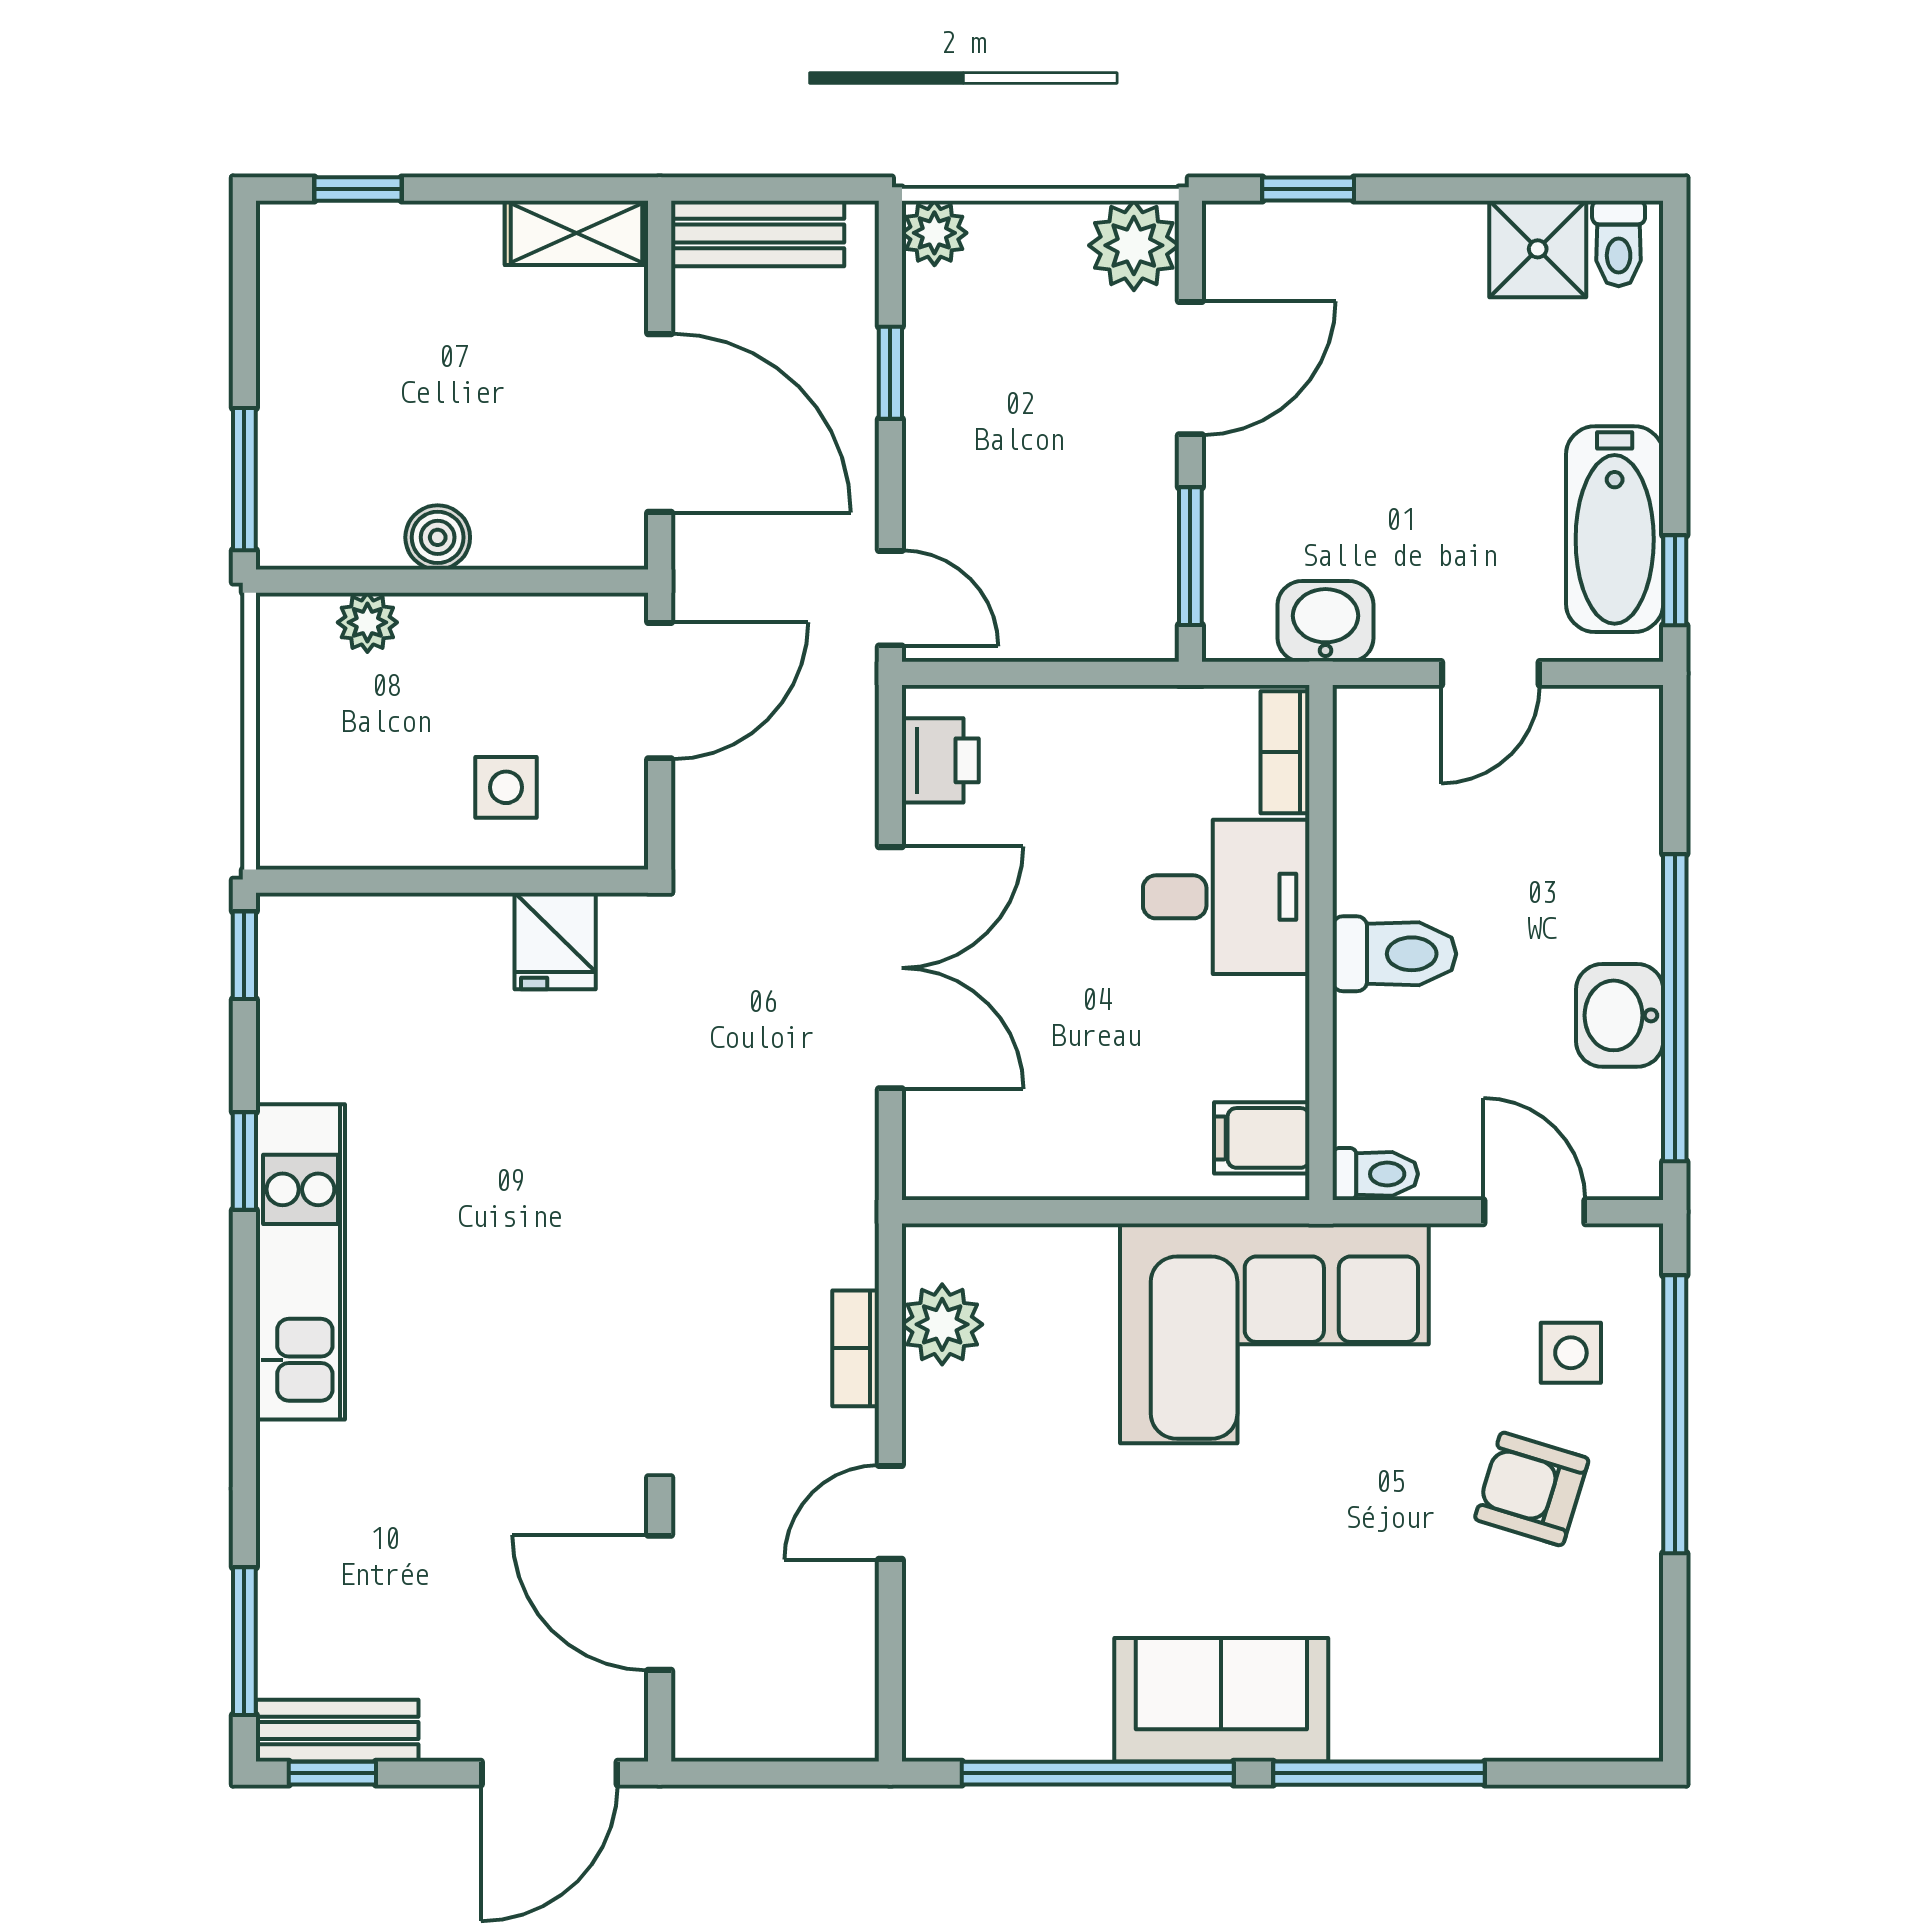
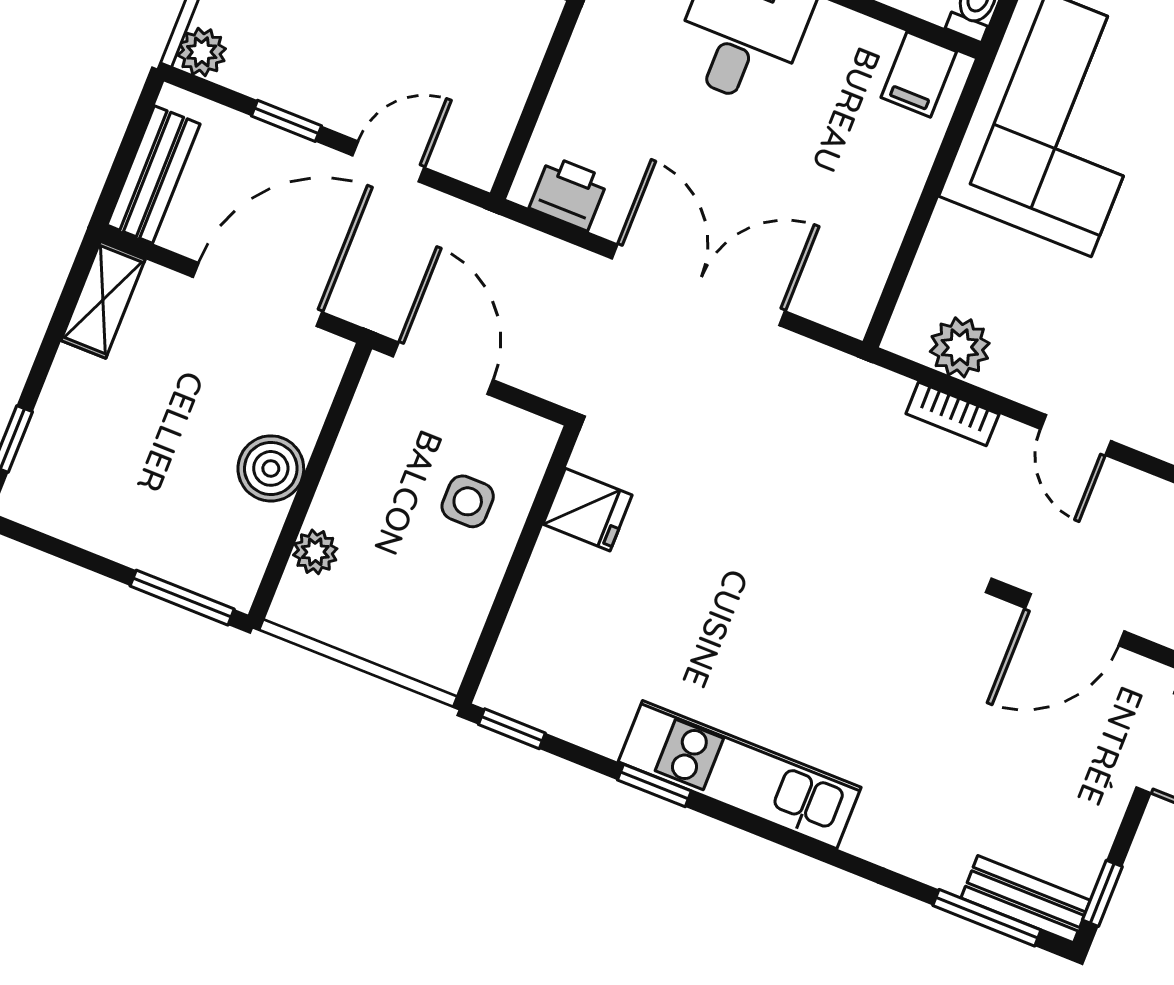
boiler: (438, 537) -> (271, 468), width x1.36, depth x1.36
door: (890, 598) -> (388, 162), moved
bench: (337, 1731) -> (1026, 899), moved, turned 90

